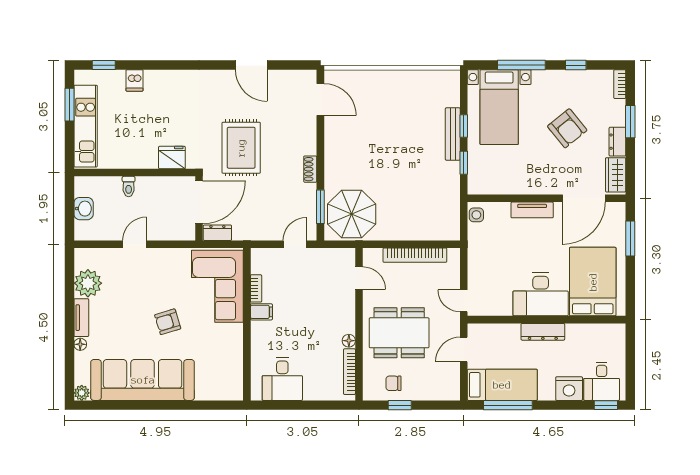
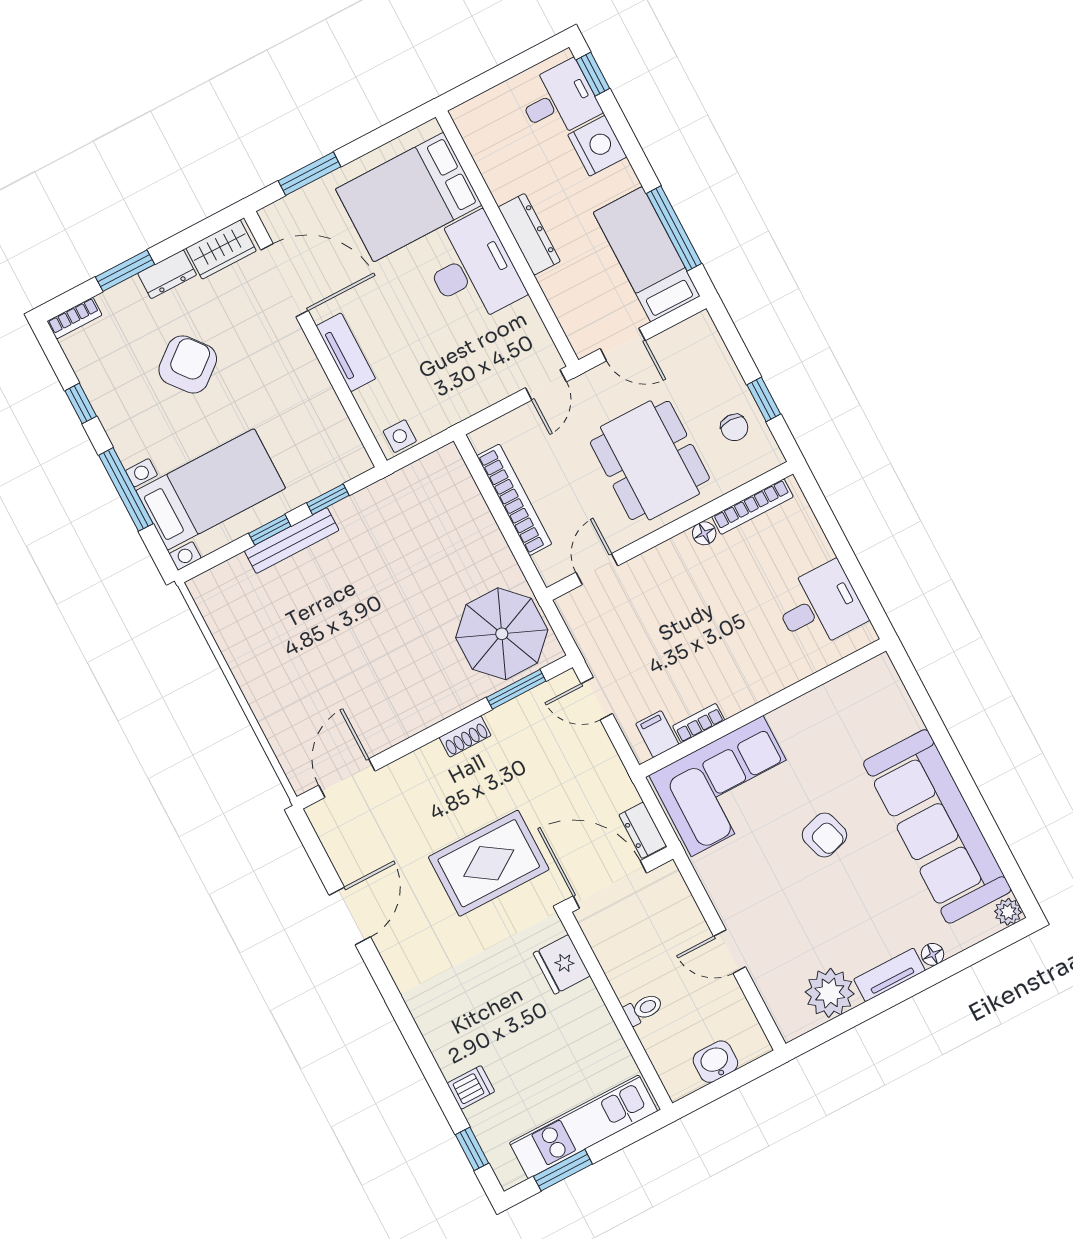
filing cabinet: (261, 312) -> (657, 734), moved

